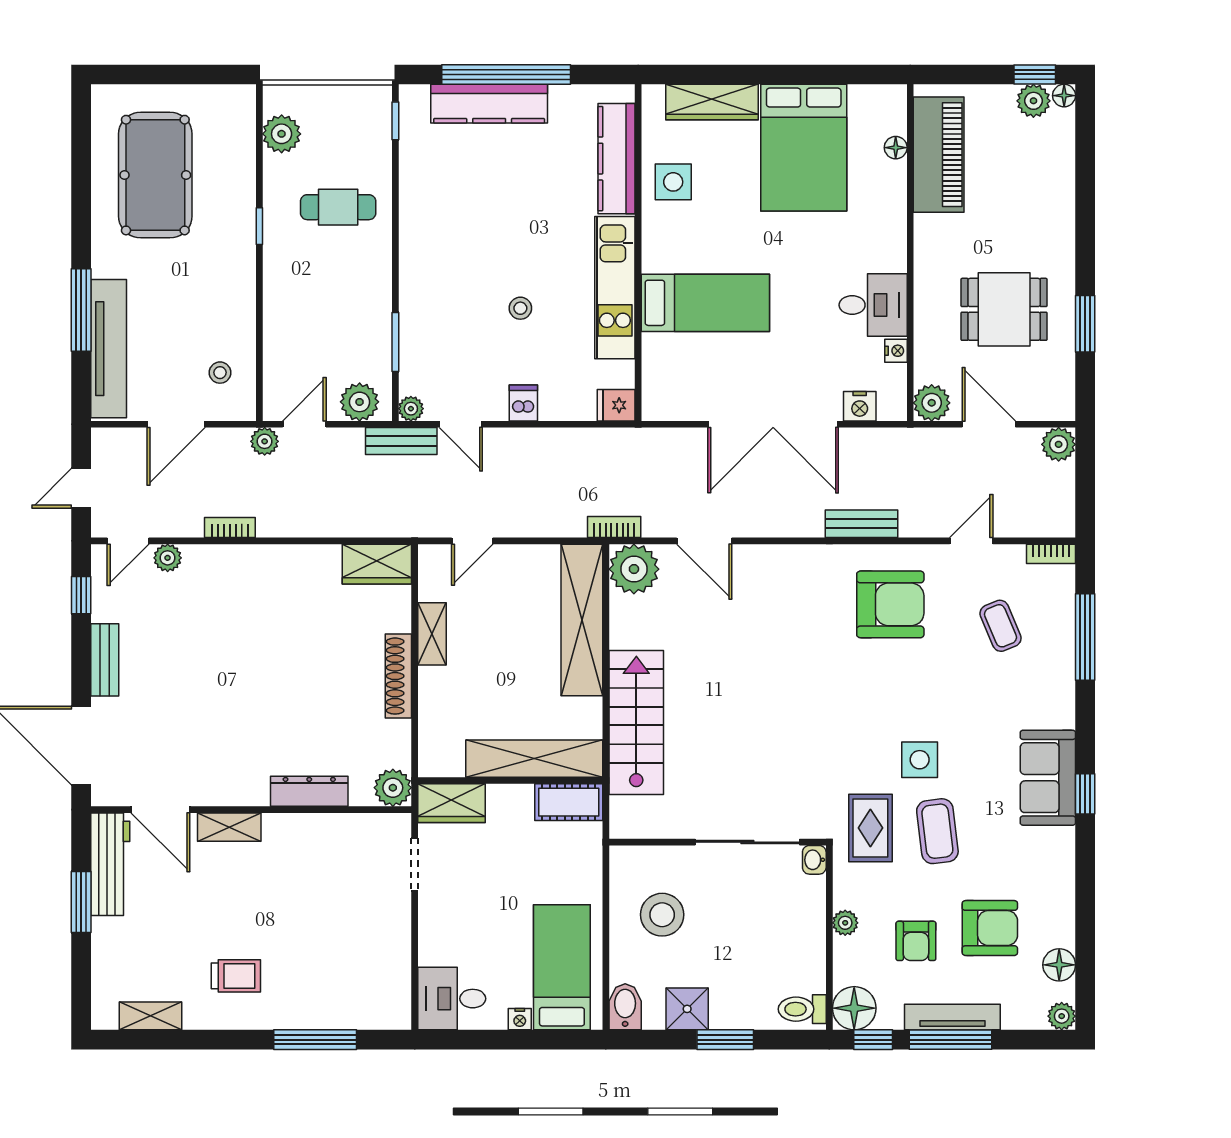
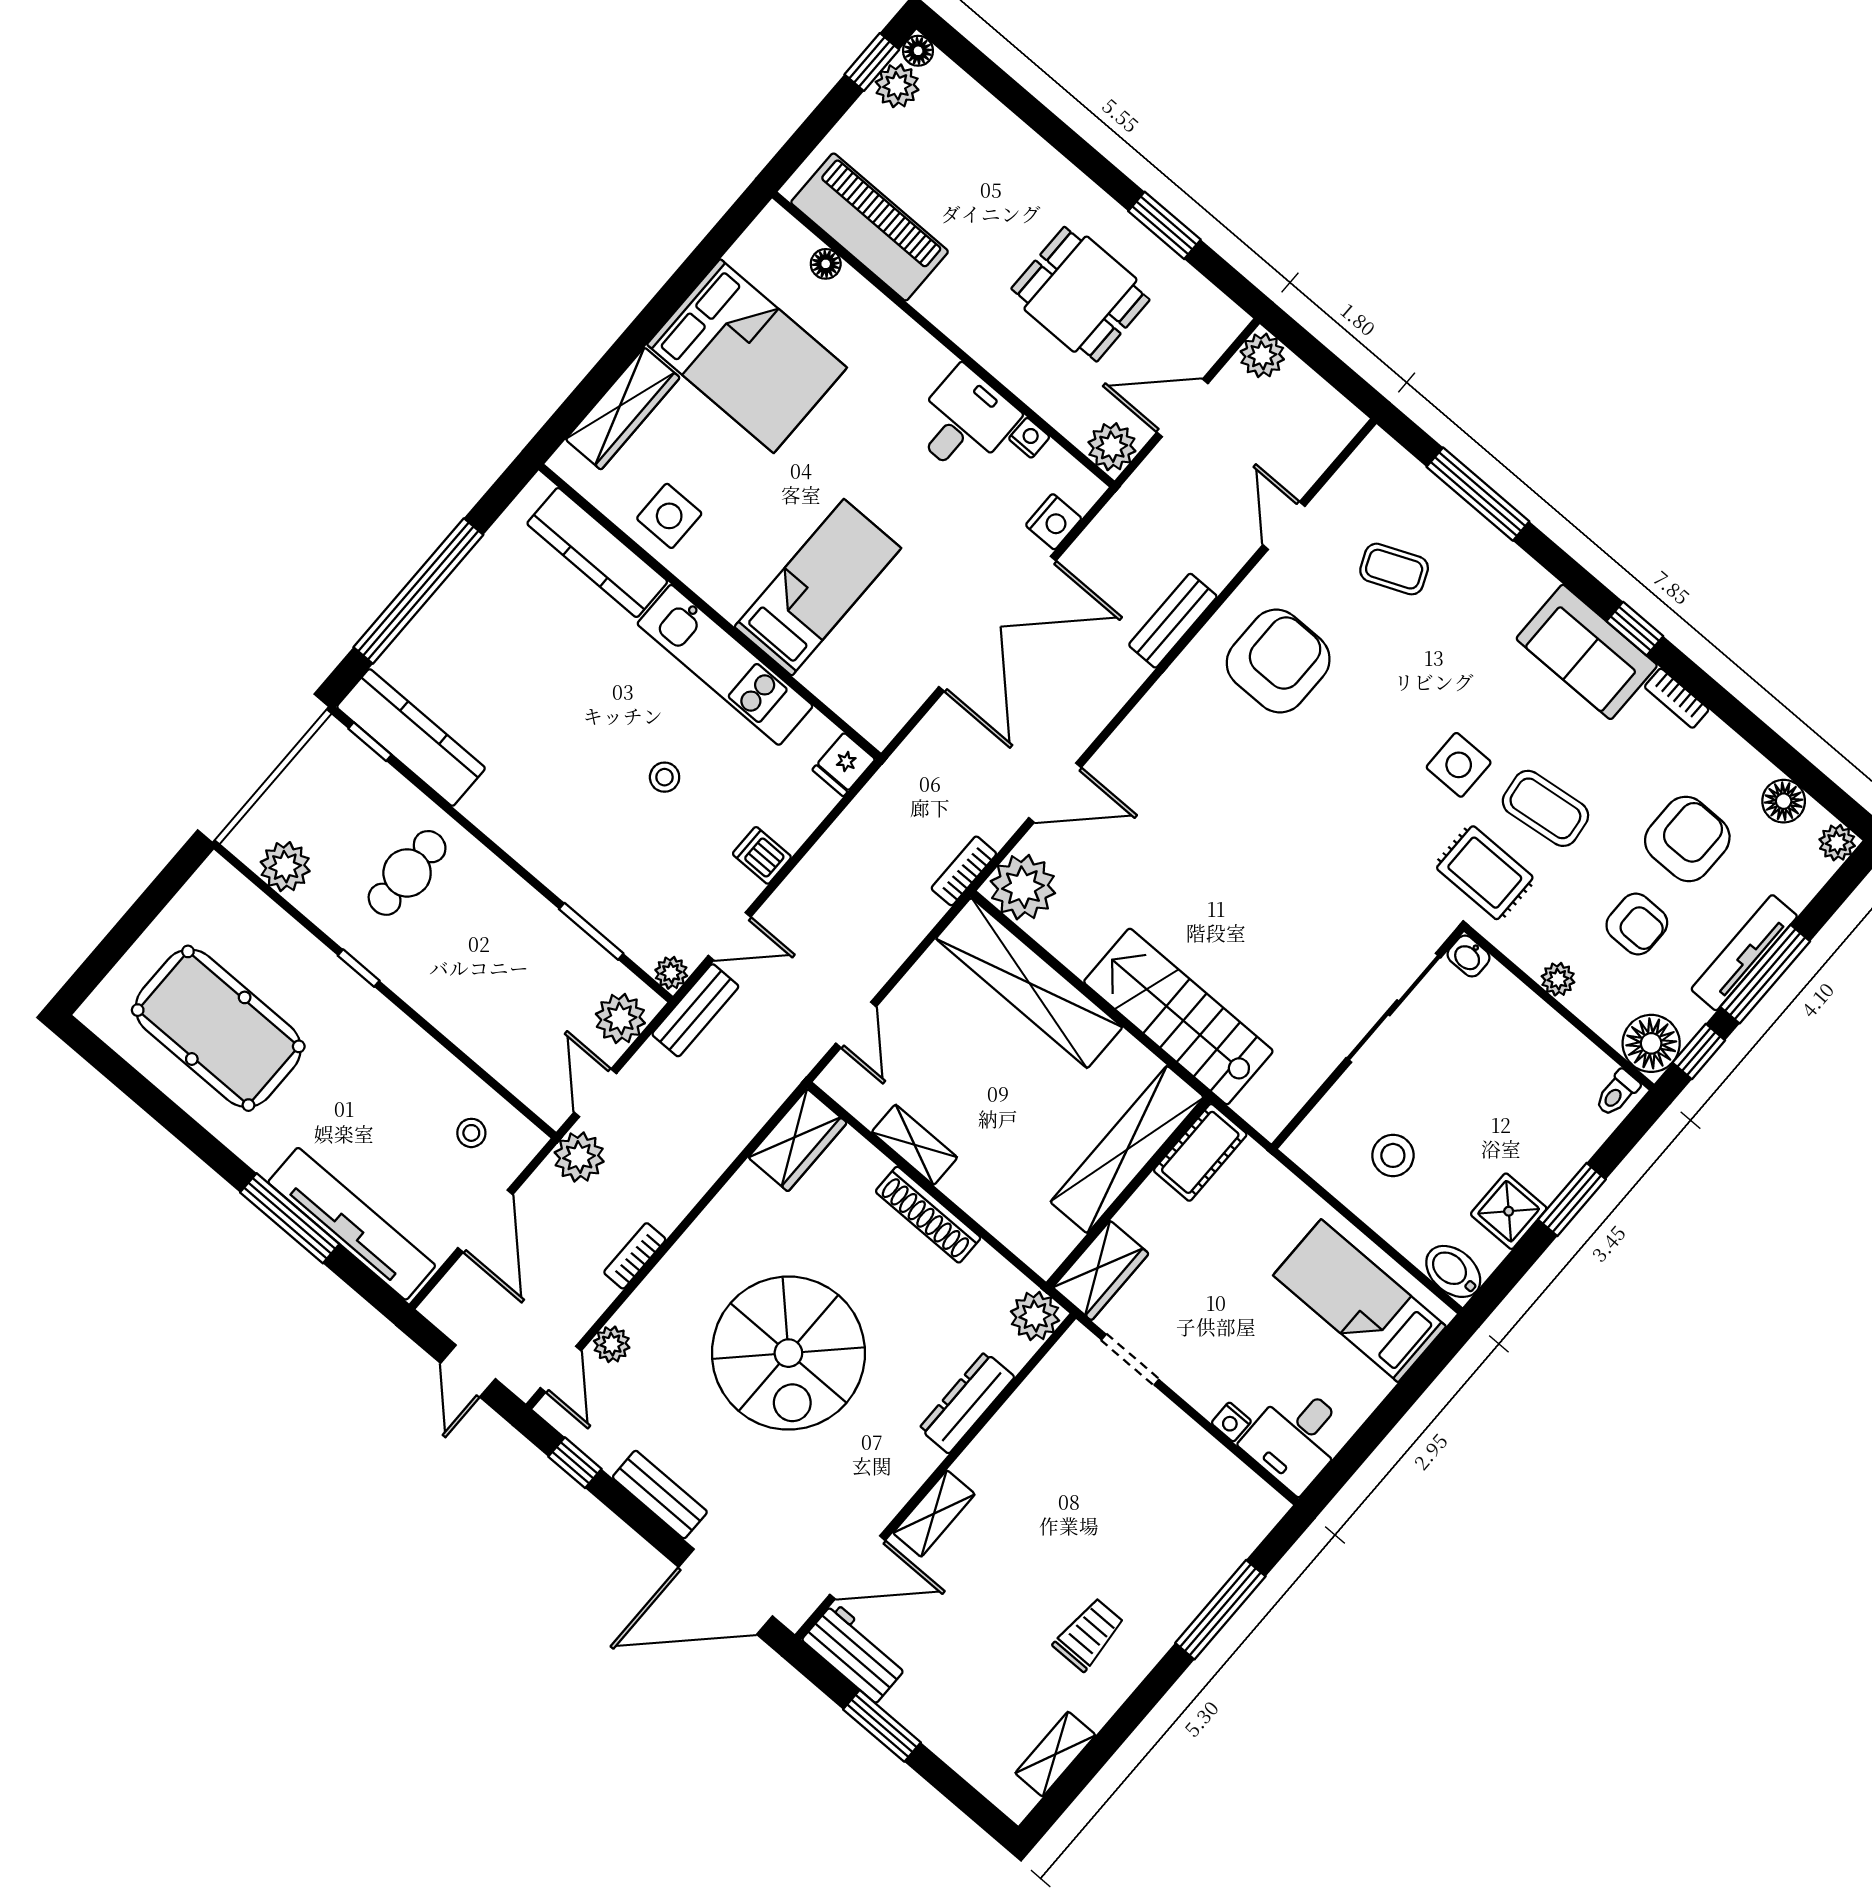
kitchen counter: (489, 104) -> (411, 738), moved, turned -90
dining table: (1004, 309) -> (1080, 294), turned 90
plant: (265, 441) -> (579, 1157), width x1.38, depth x1.38
bookcase: (1051, 554) -> (1677, 698), moved, turned 90
spiral stairs: (250, 664) -> (788, 1353), added
workbench: (110, 864) -> (855, 1652), width x0.73
stool: (662, 915) -> (1393, 1155), width x0.73, depth x0.73
toilet: (802, 1009) -> (1617, 1093), width x0.73, depth x0.72
nightstand: (520, 1019) -> (1231, 1422), moved, turned 90

